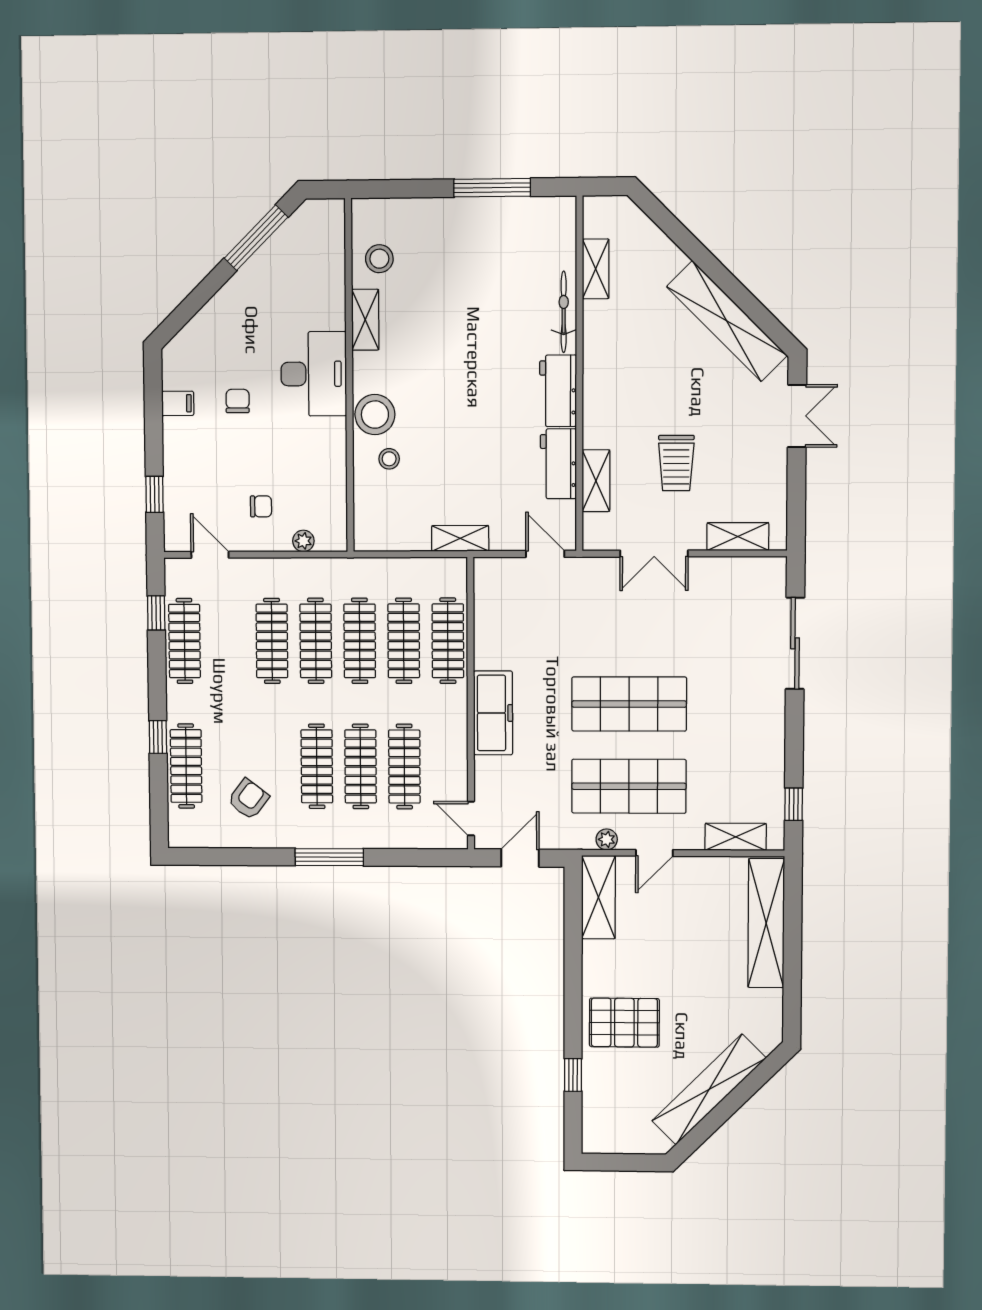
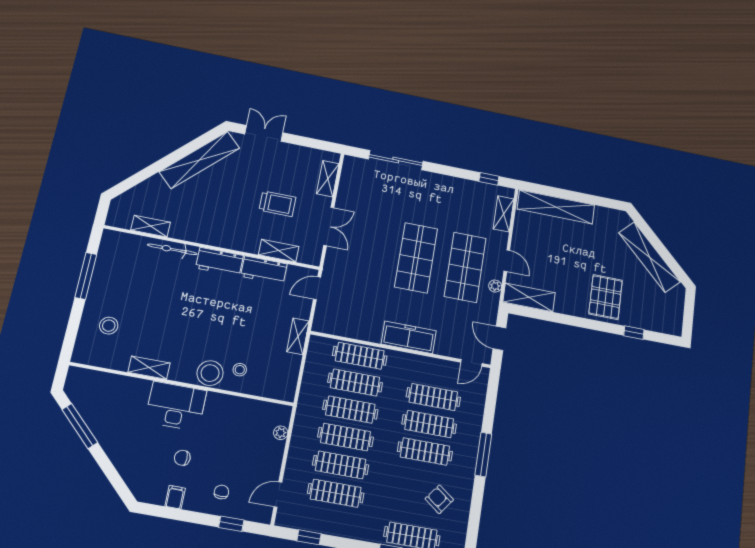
stool: (379, 259) -> (109, 326), moved
chair: (261, 506) -> (221, 492), moved
clothes rail: (184, 641) -> (336, 493), moved

